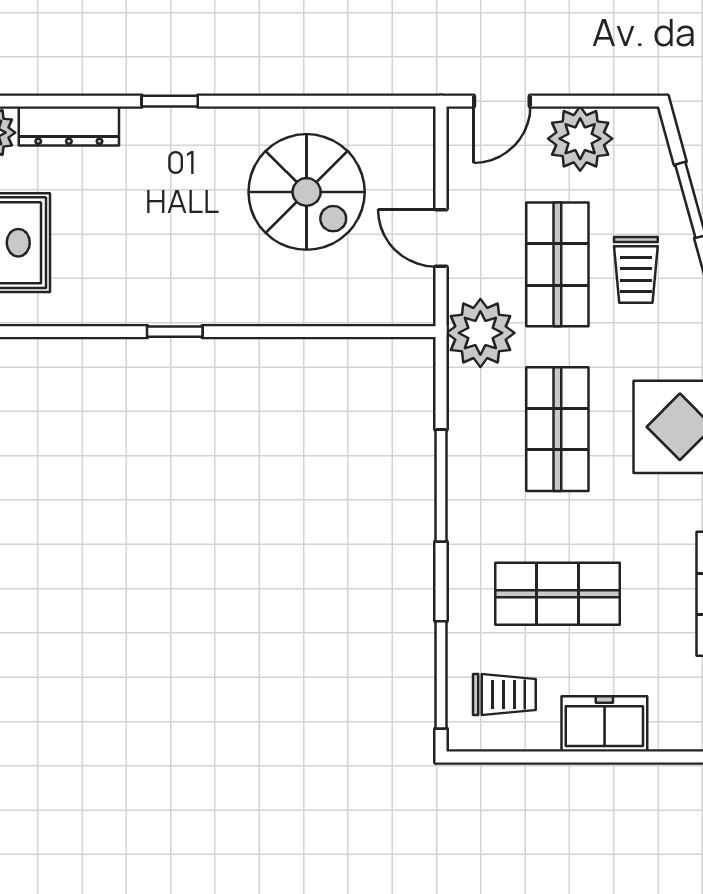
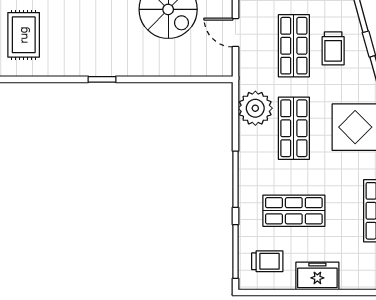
plant: (480, 333) -> (255, 108), moved
window: (441, 486) -> (235, 179), moved

